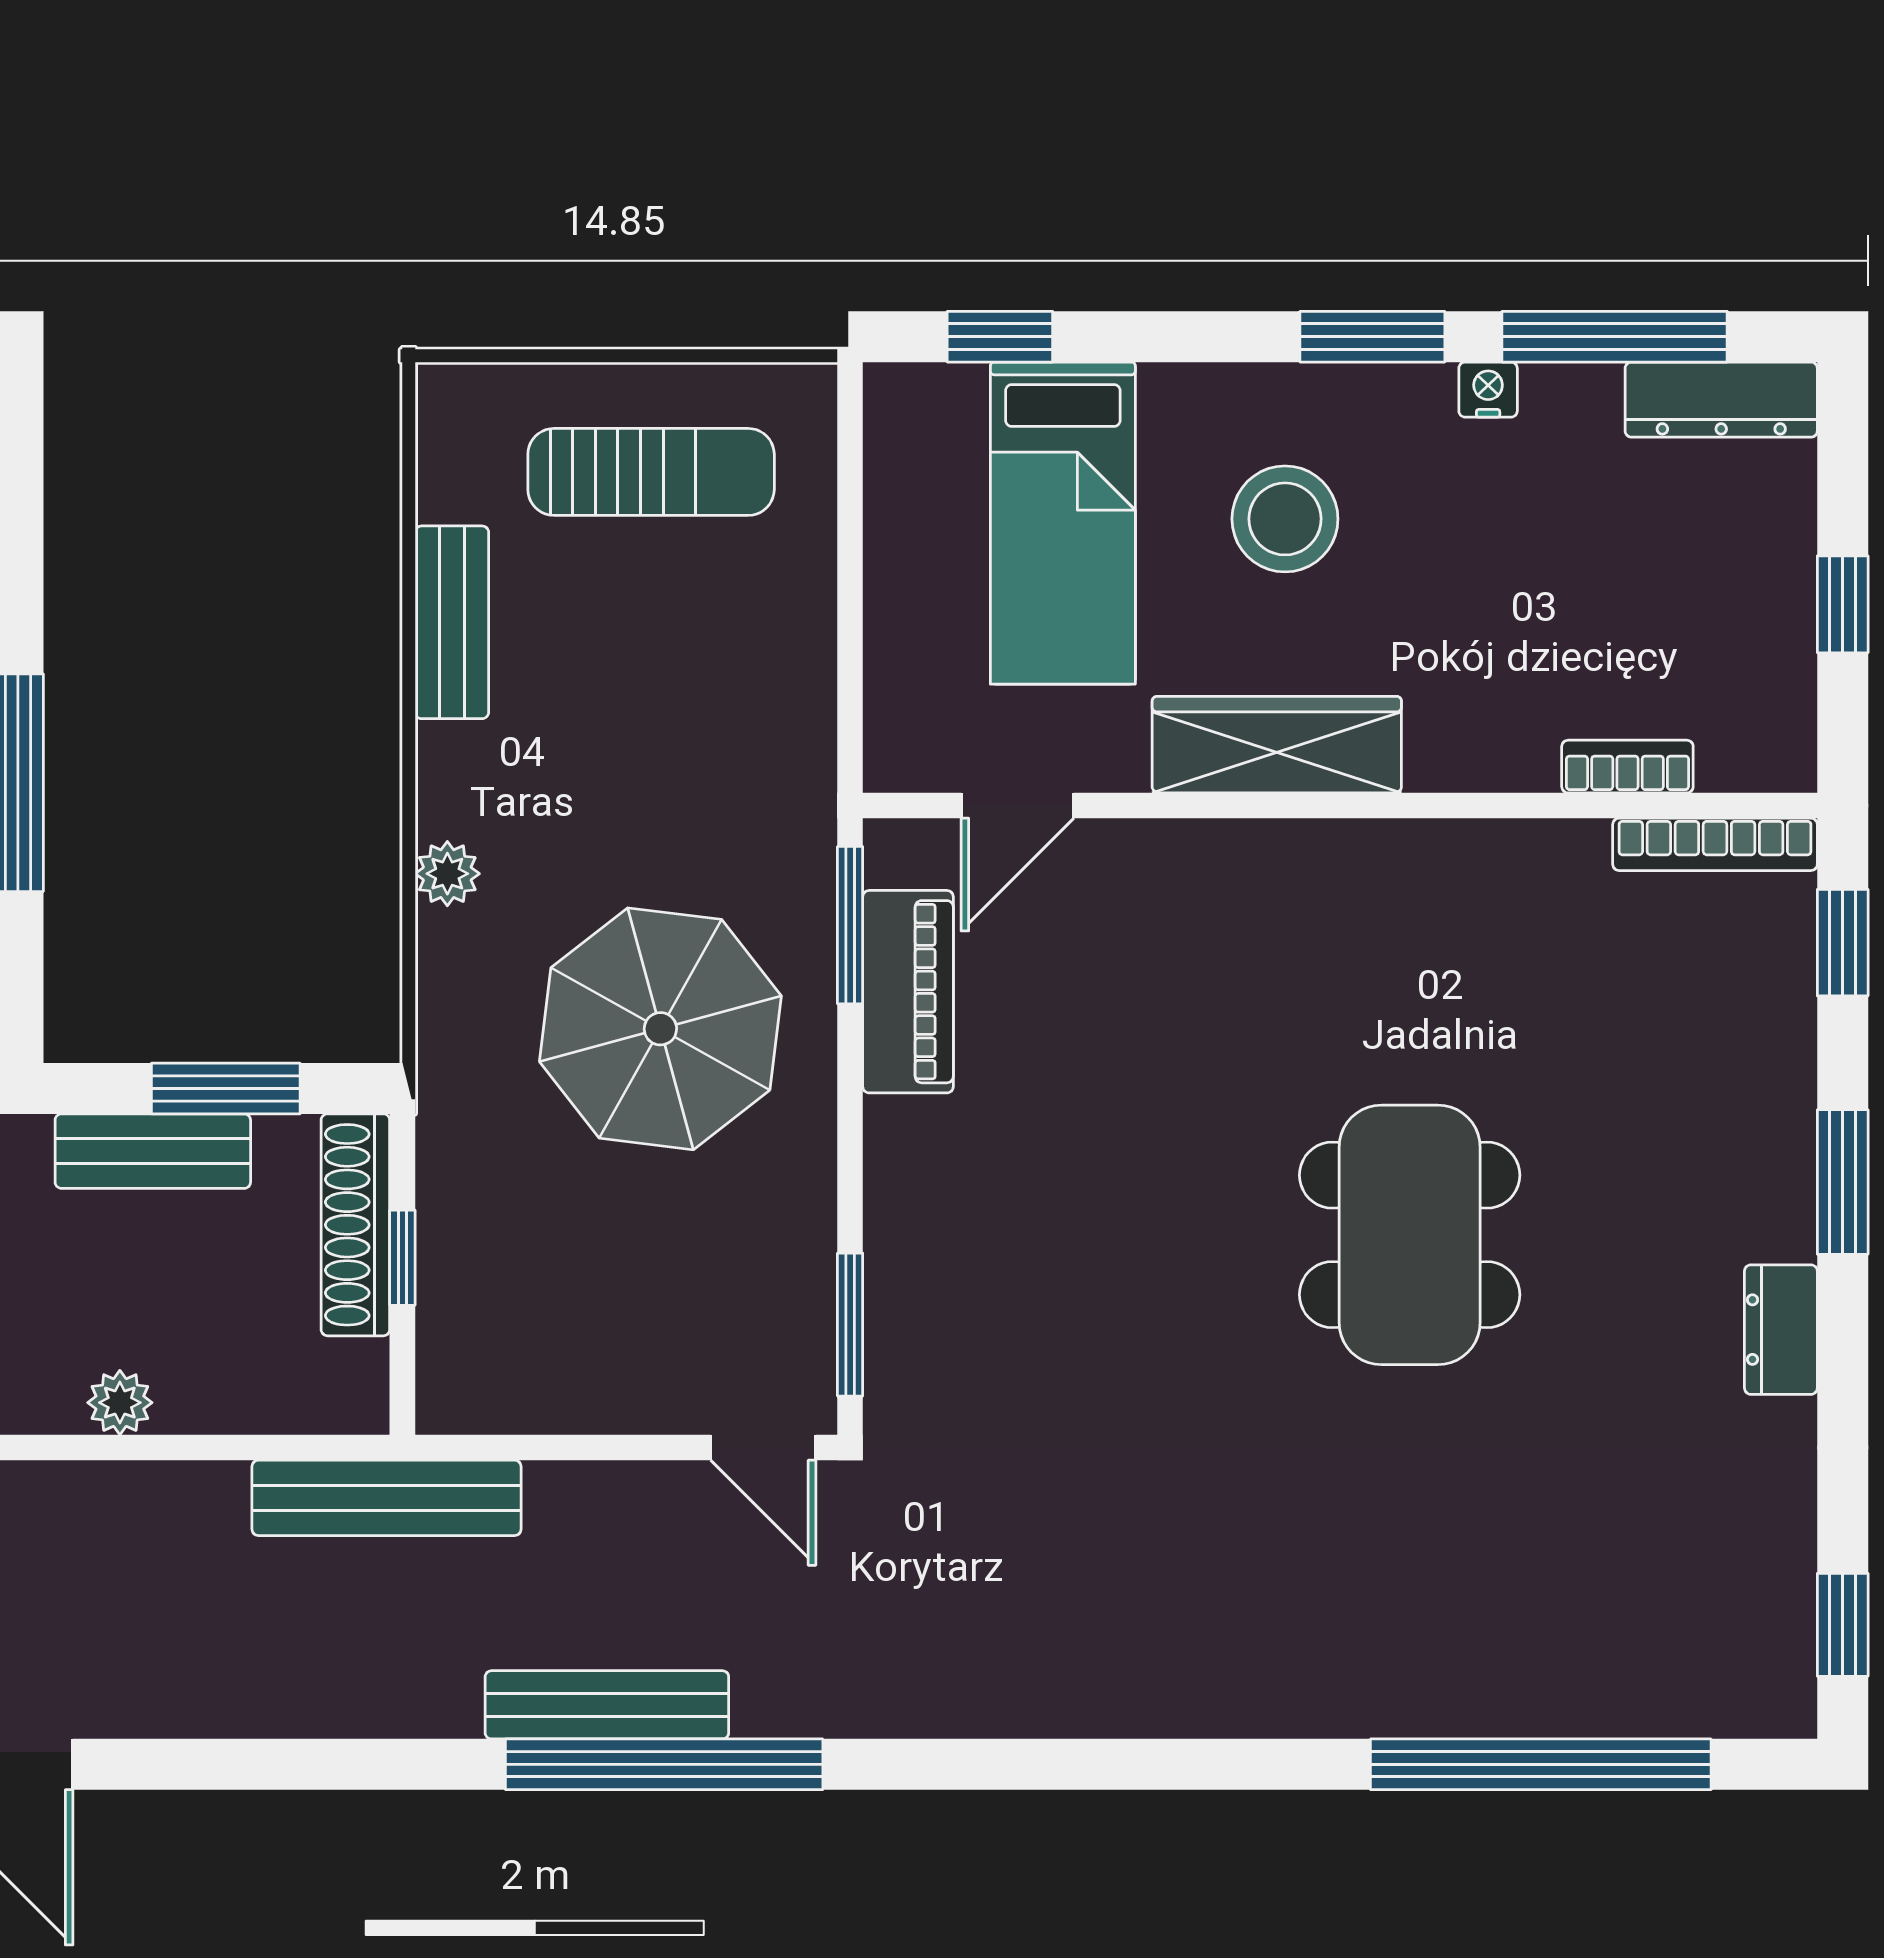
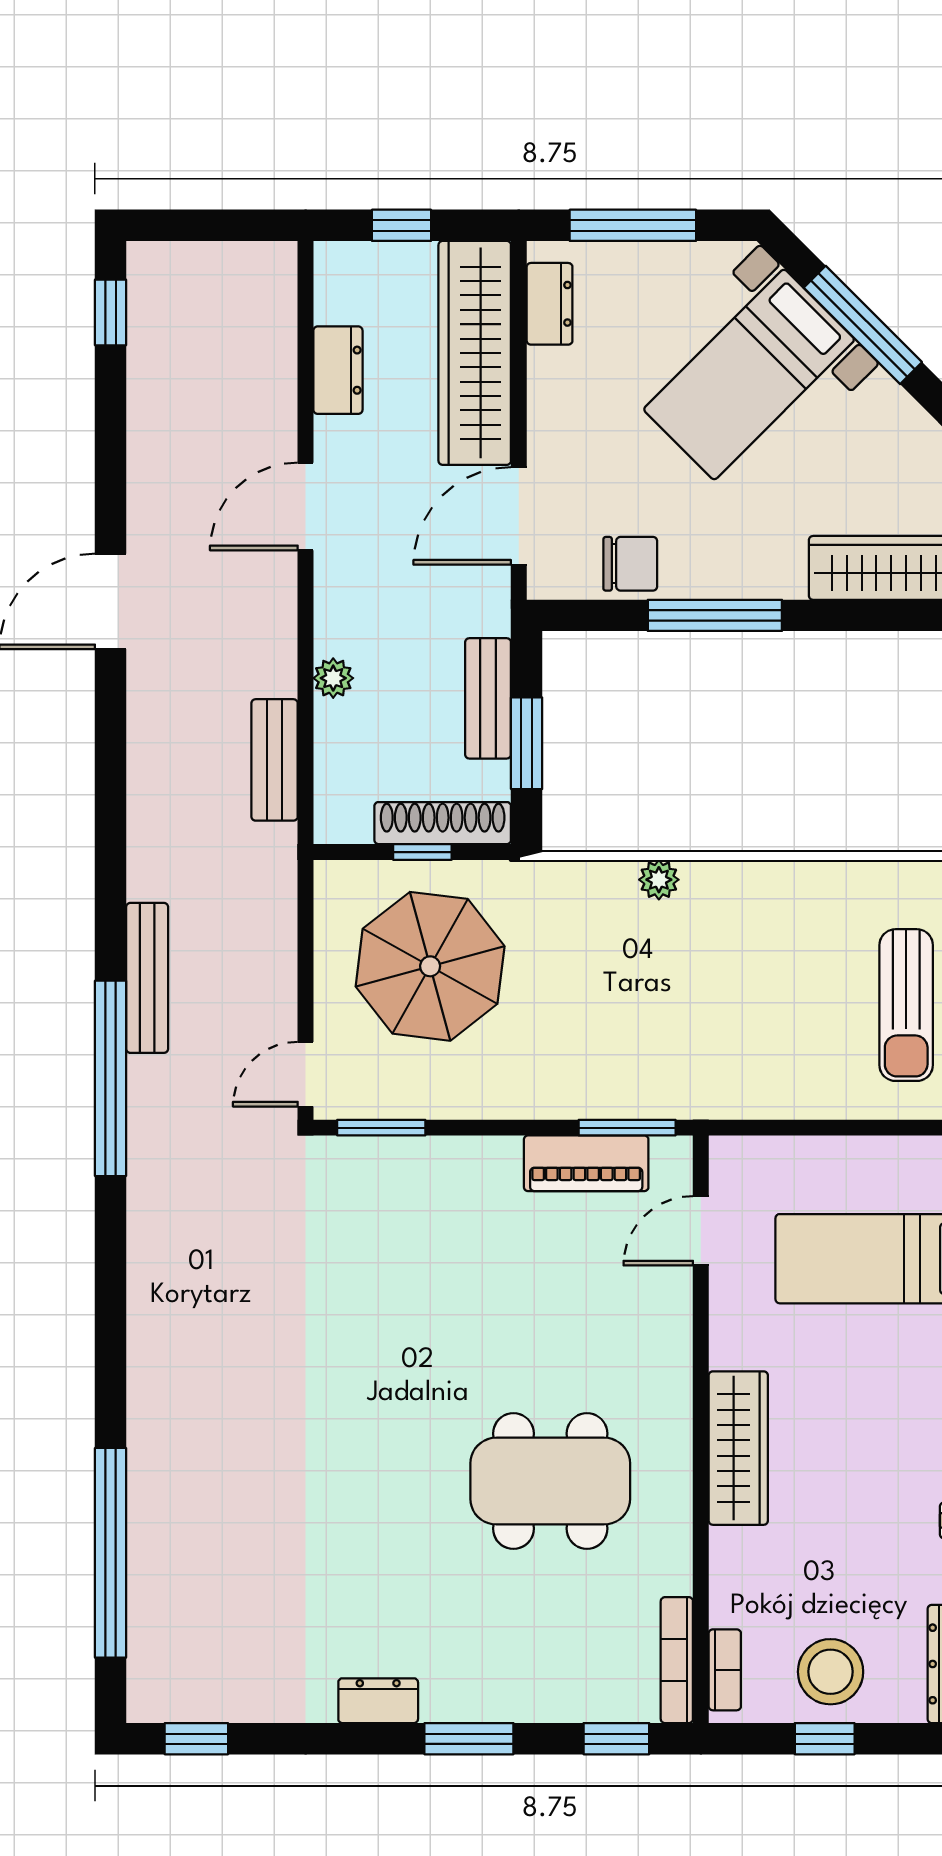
stool: (1285, 519) -> (831, 1672), moved
bench: (452, 622) -> (814, 882), removed
wardrobe: (1277, 745) -> (738, 1448), moved
bookcase: (1627, 767) -> (725, 1670), moved
door: (1018, 806) -> (701, 1231), hinge flipped
parasol: (660, 1029) -> (430, 966), moved
dining table: (1410, 1235) -> (550, 1481), moved
bench: (387, 1498) -> (275, 760), moved, width x0.73
window: (664, 1764) -> (111, 1078), moved

